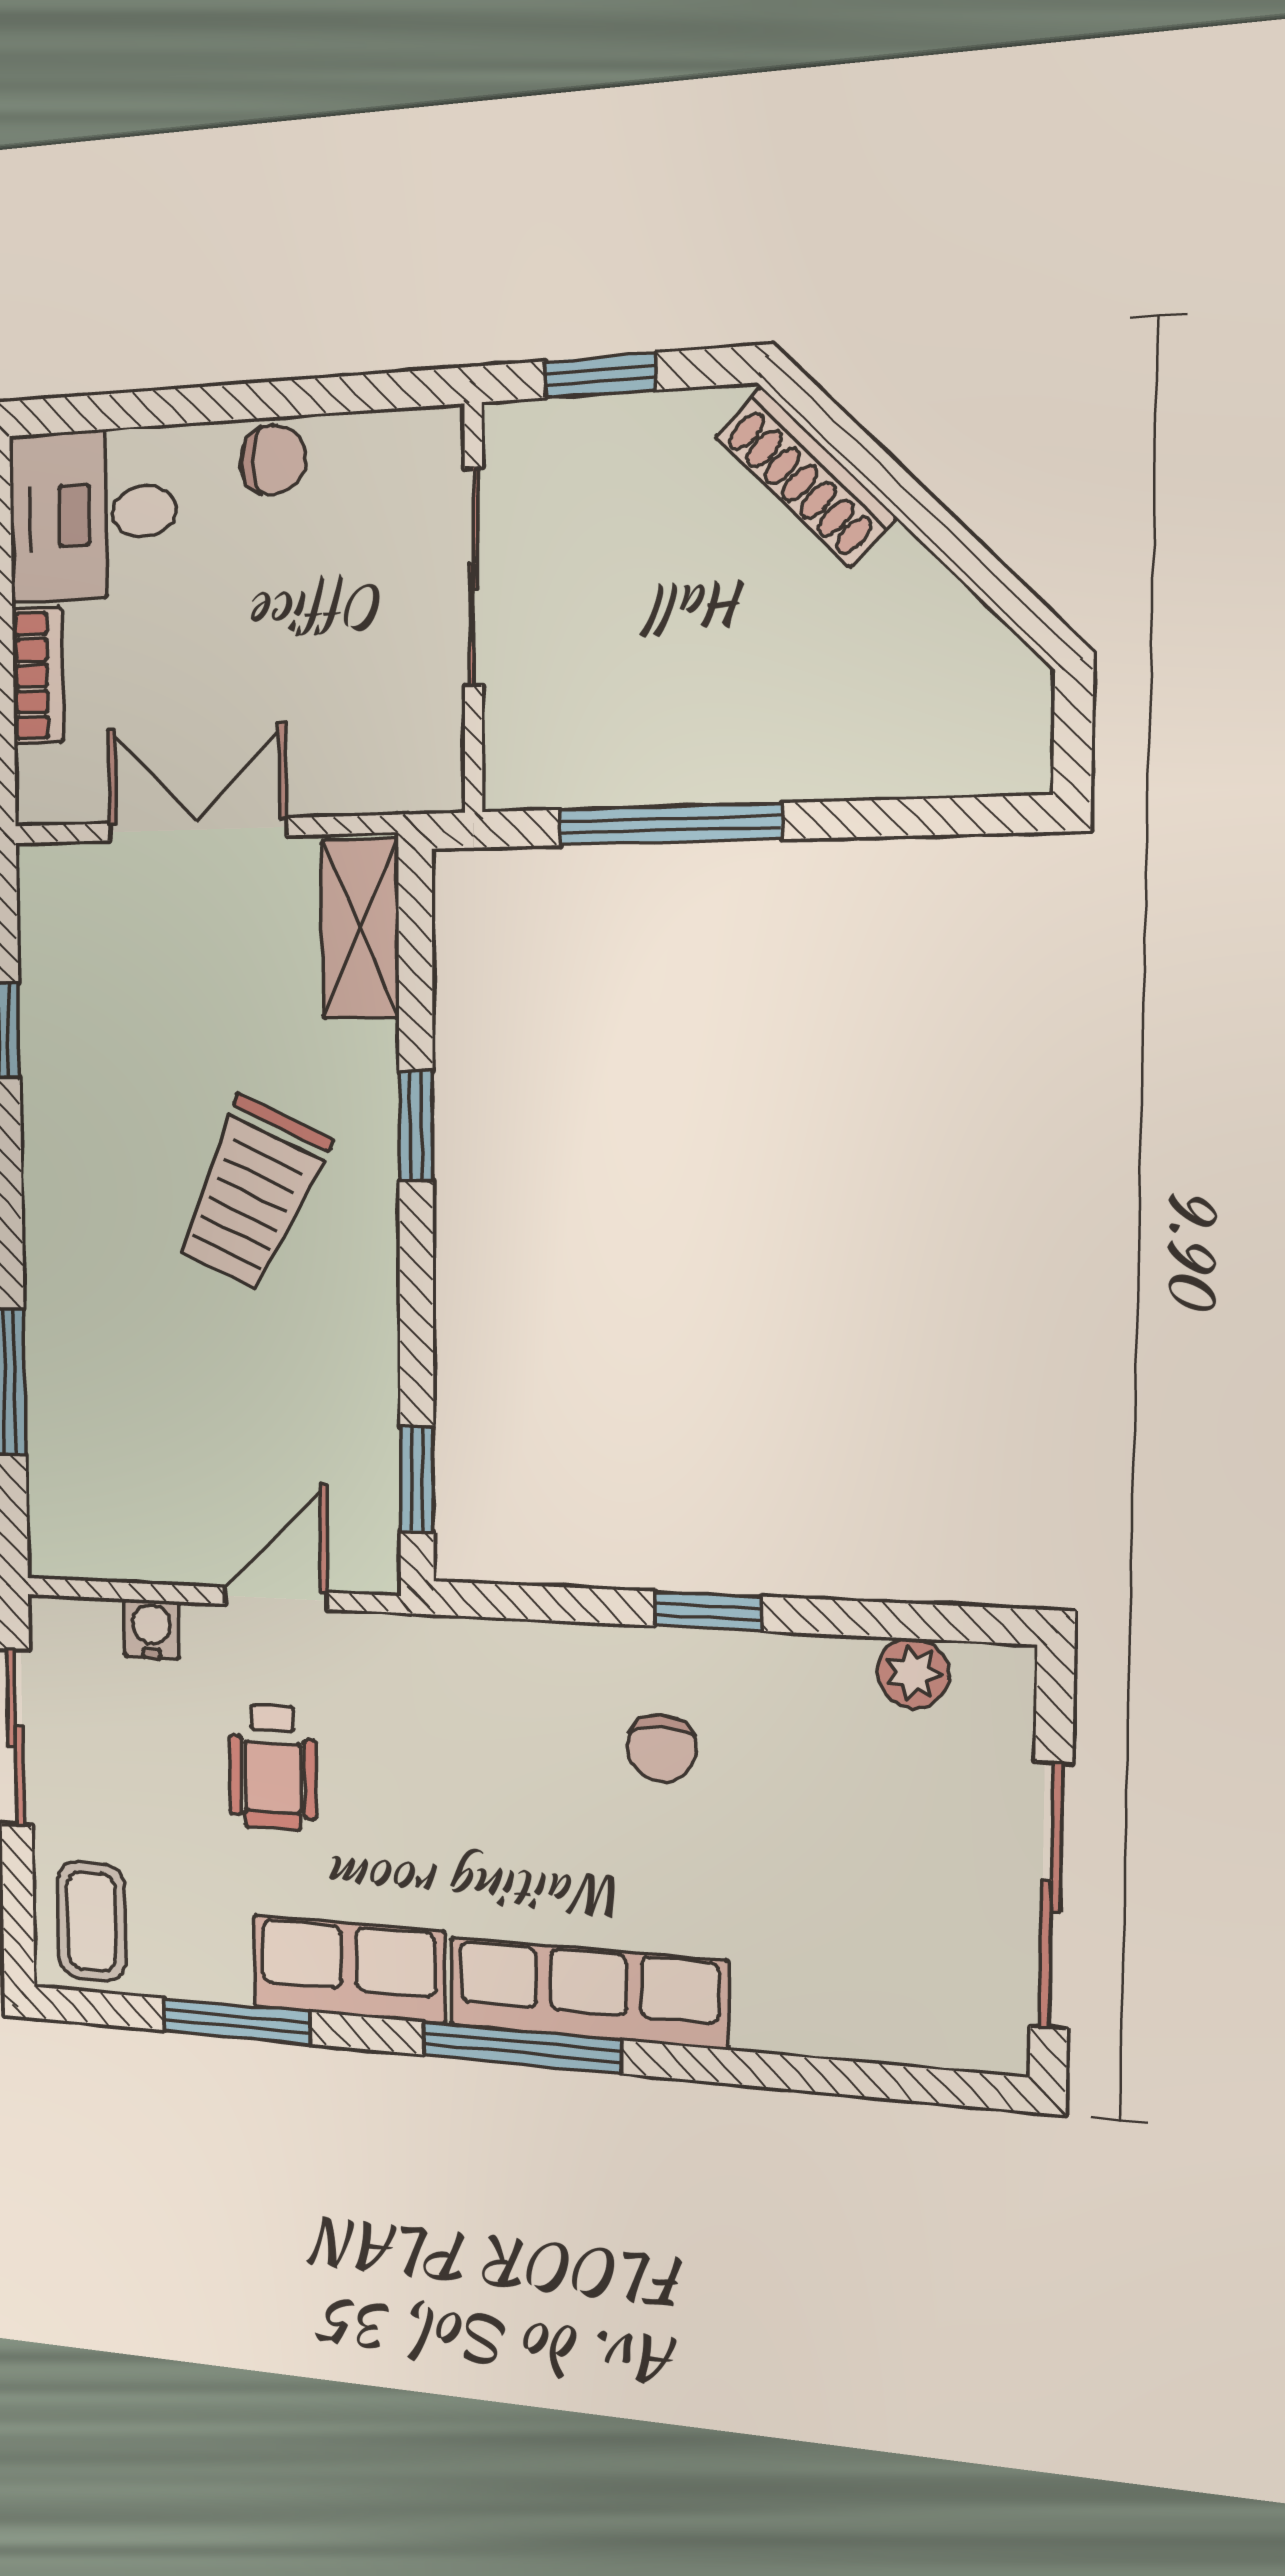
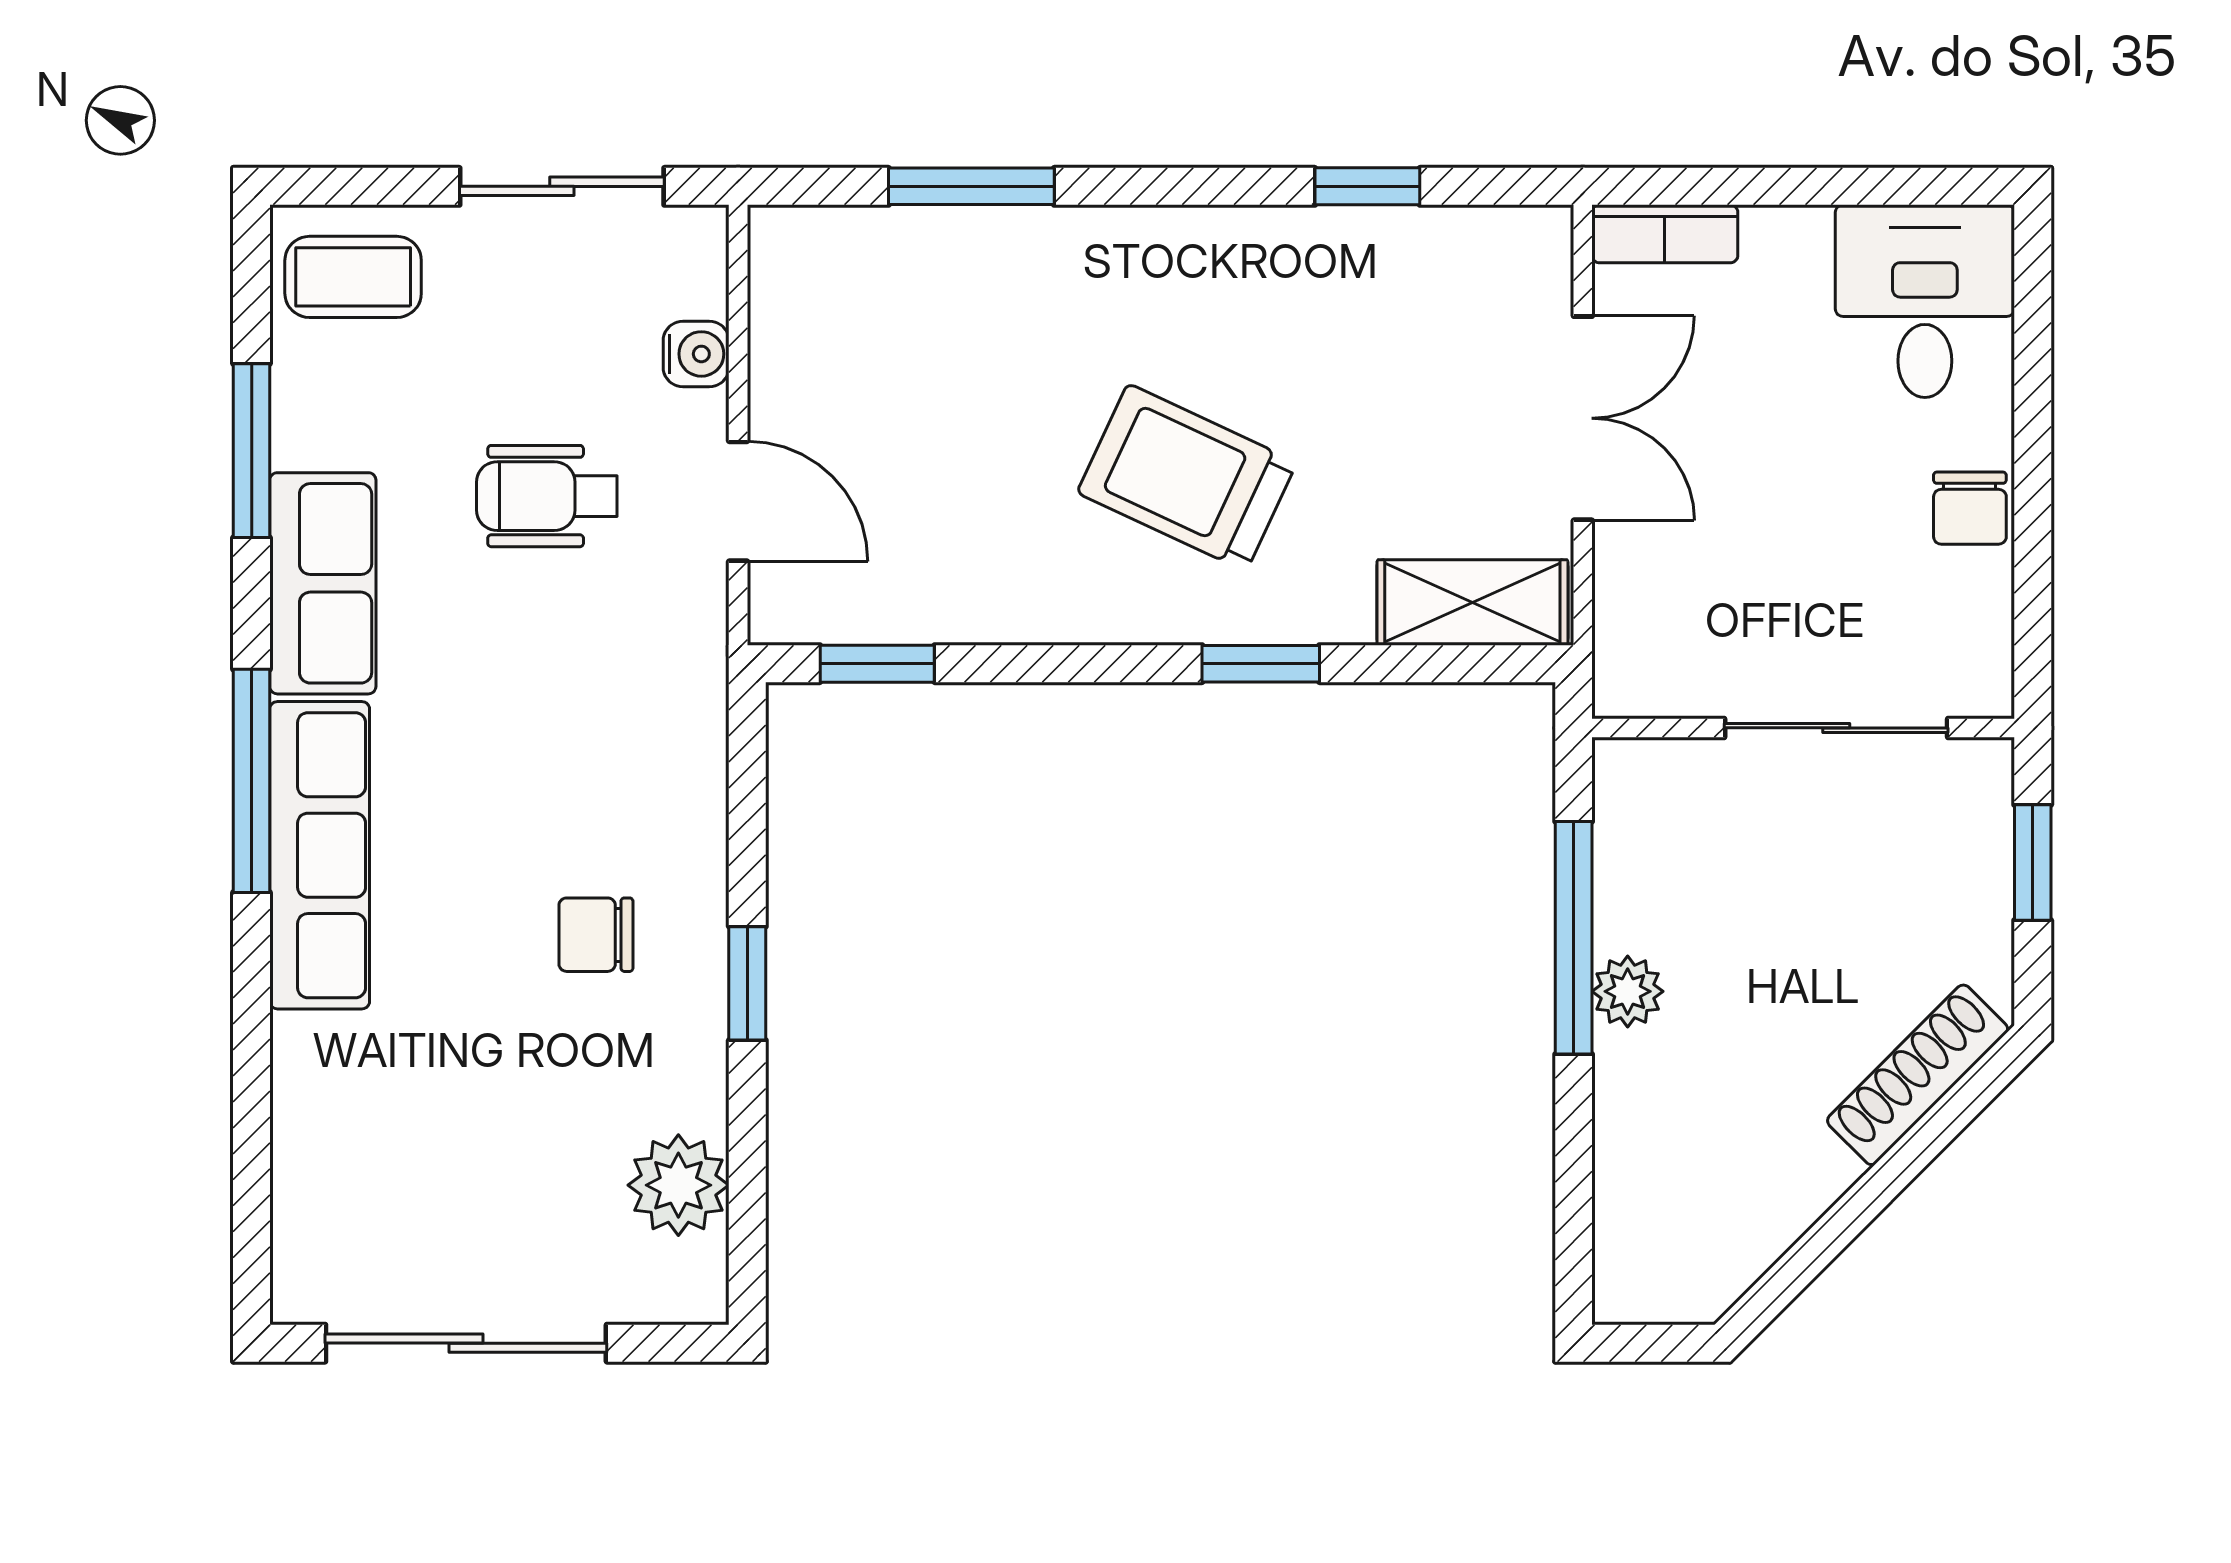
bookcase: (38, 676) -> (1665, 234), moved
plant: (722, 770) -> (1628, 991), added
plant: (913, 1673) -> (678, 1185), width x1.38, depth x1.38

